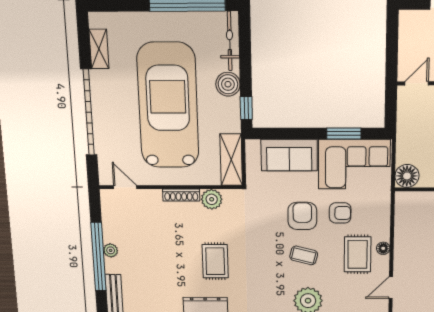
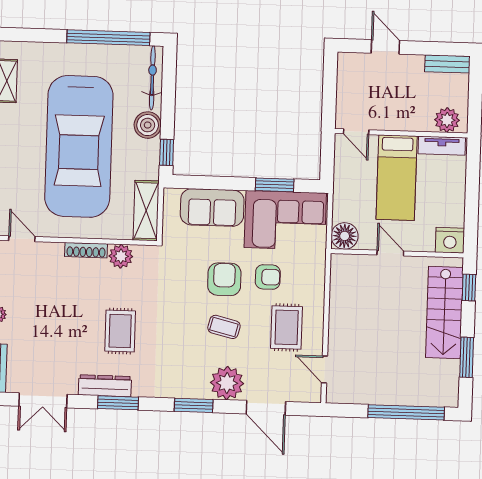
door: (417, 83) -> (356, 132), swing flipped
car: (168, 106) -> (79, 146), turned 180
floor lamp: (383, 248) -> (316, 321), removed
door: (391, 288) -> (325, 369), hinge flipped

